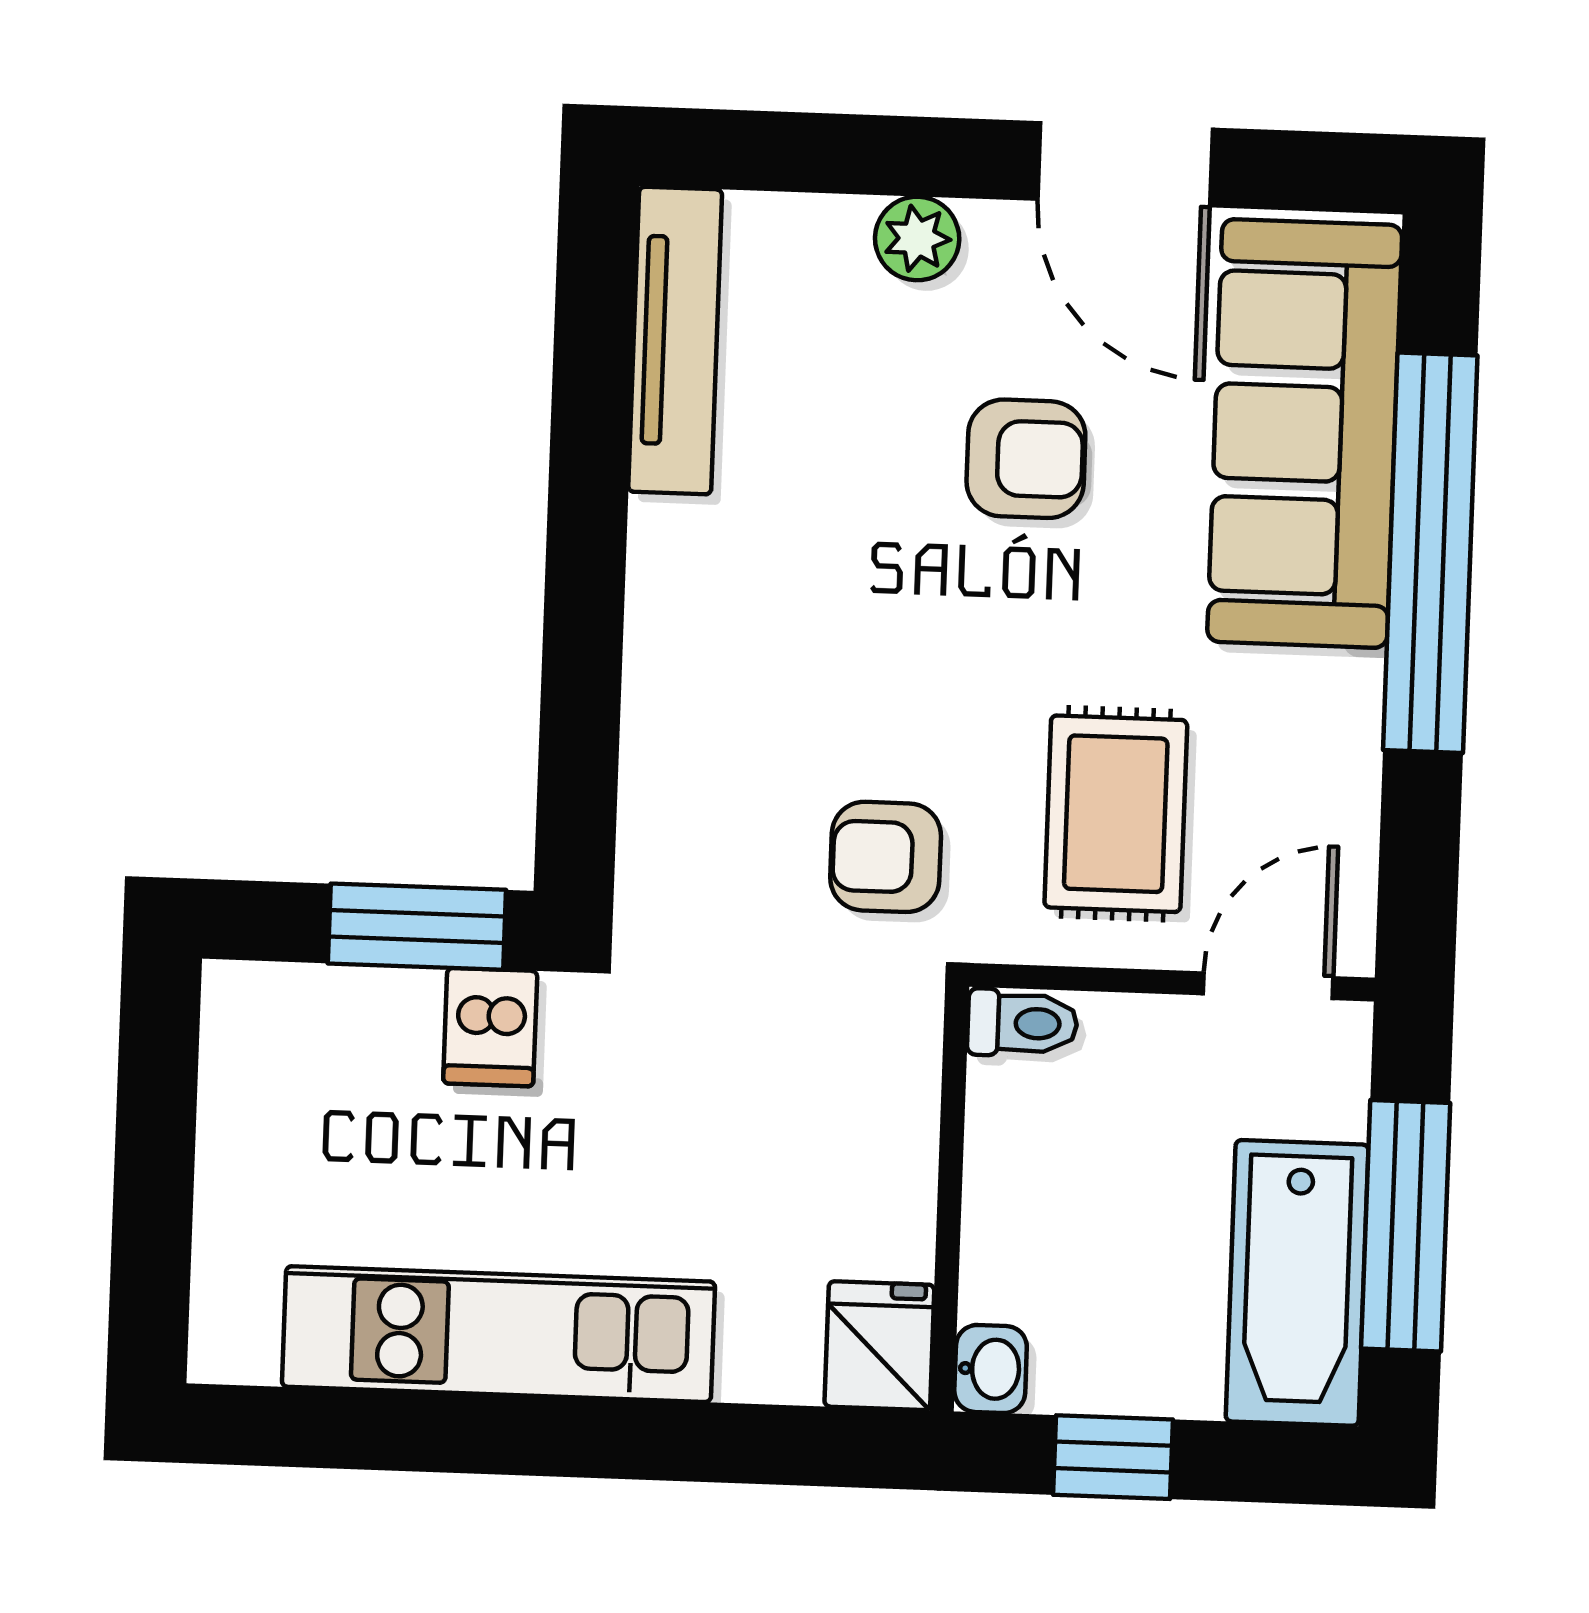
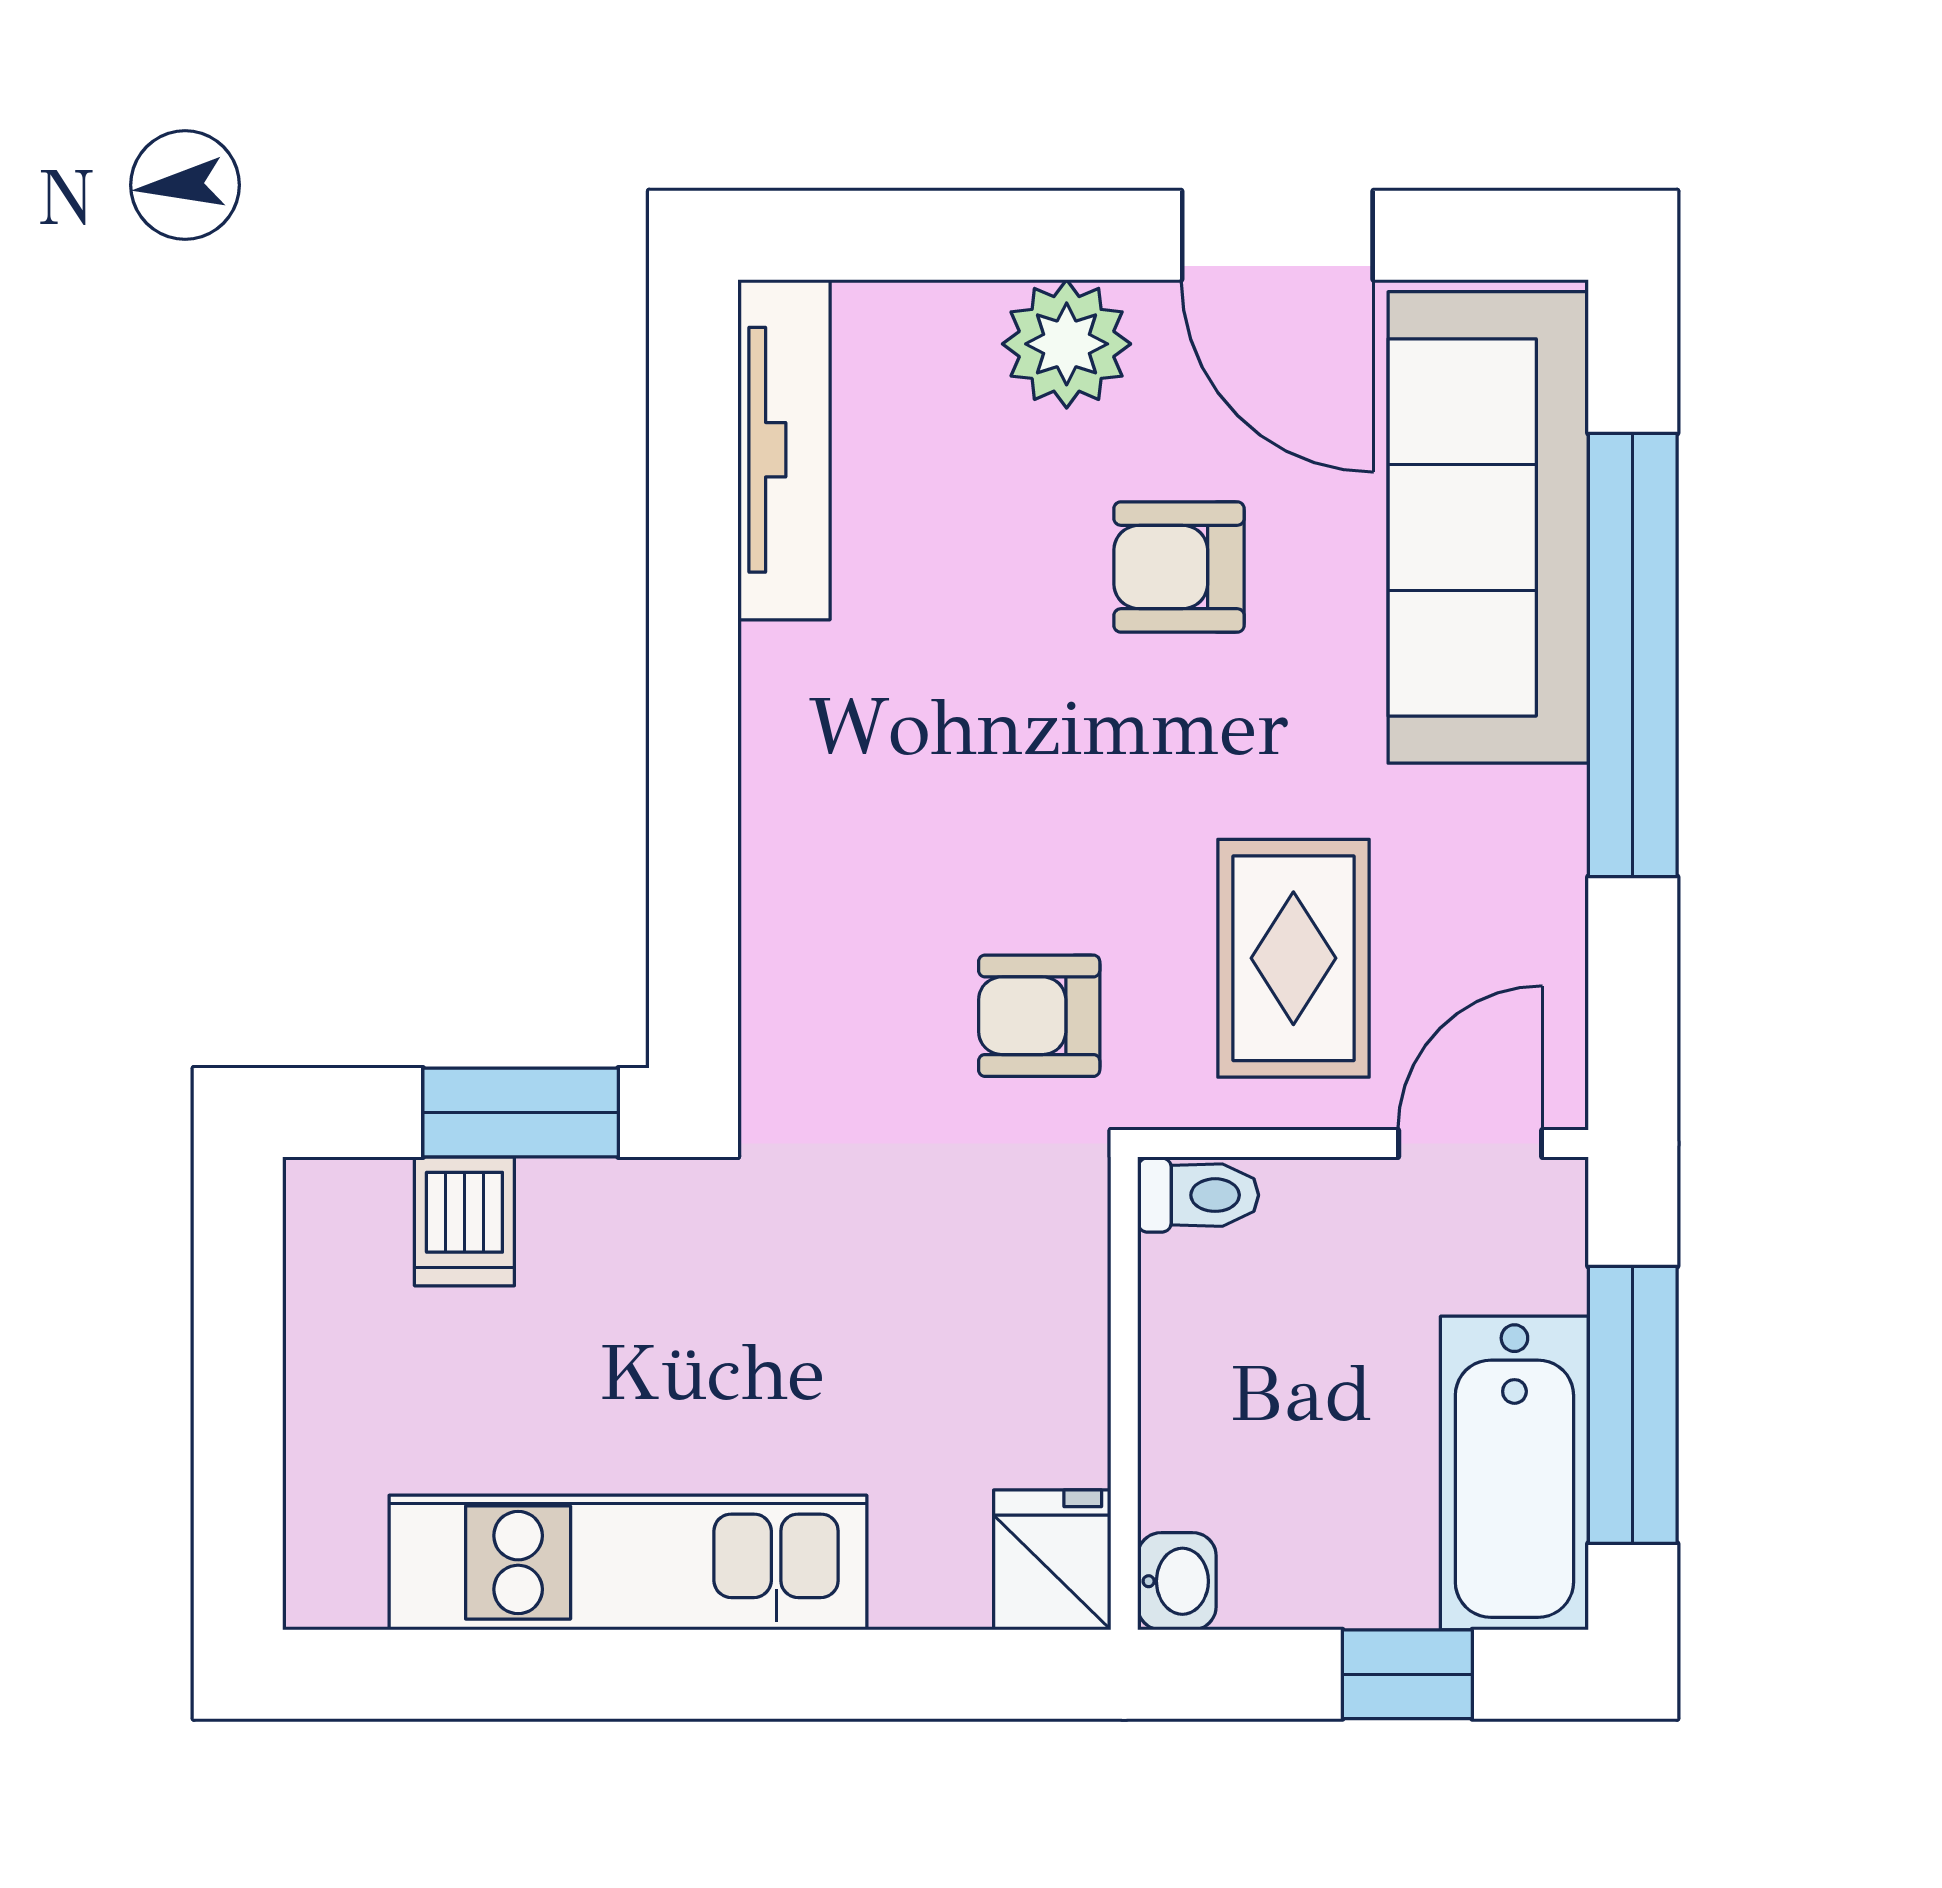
plant: (917, 239) -> (1067, 344), width x1.38, depth x1.38
armchair: (1026, 459) -> (1179, 567), turned 180
dishwasher: (490, 1027) -> (464, 1221), moved
window: (1113, 1457) -> (1407, 1674), moved

